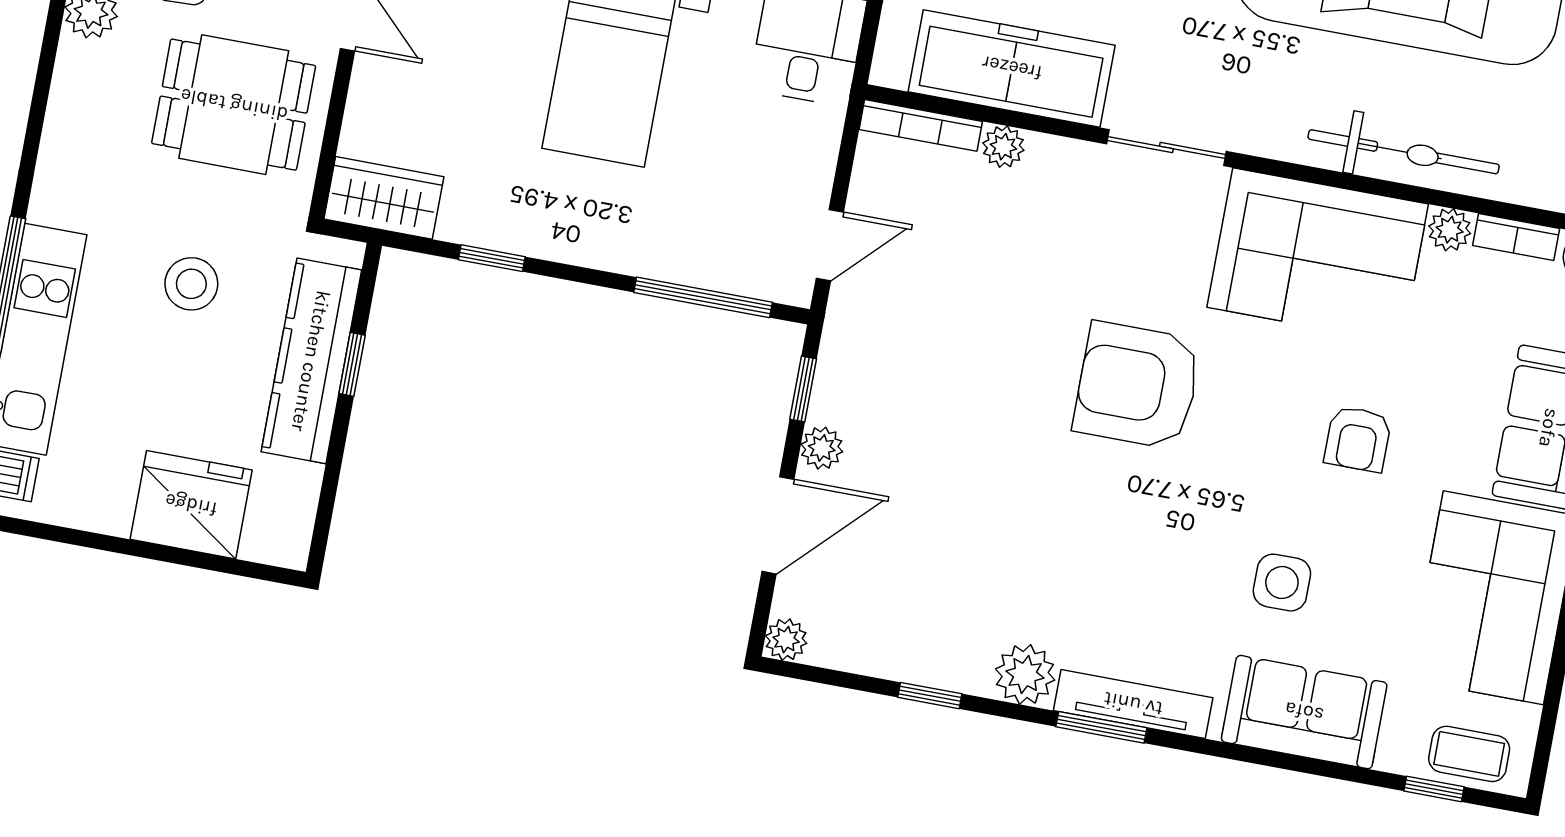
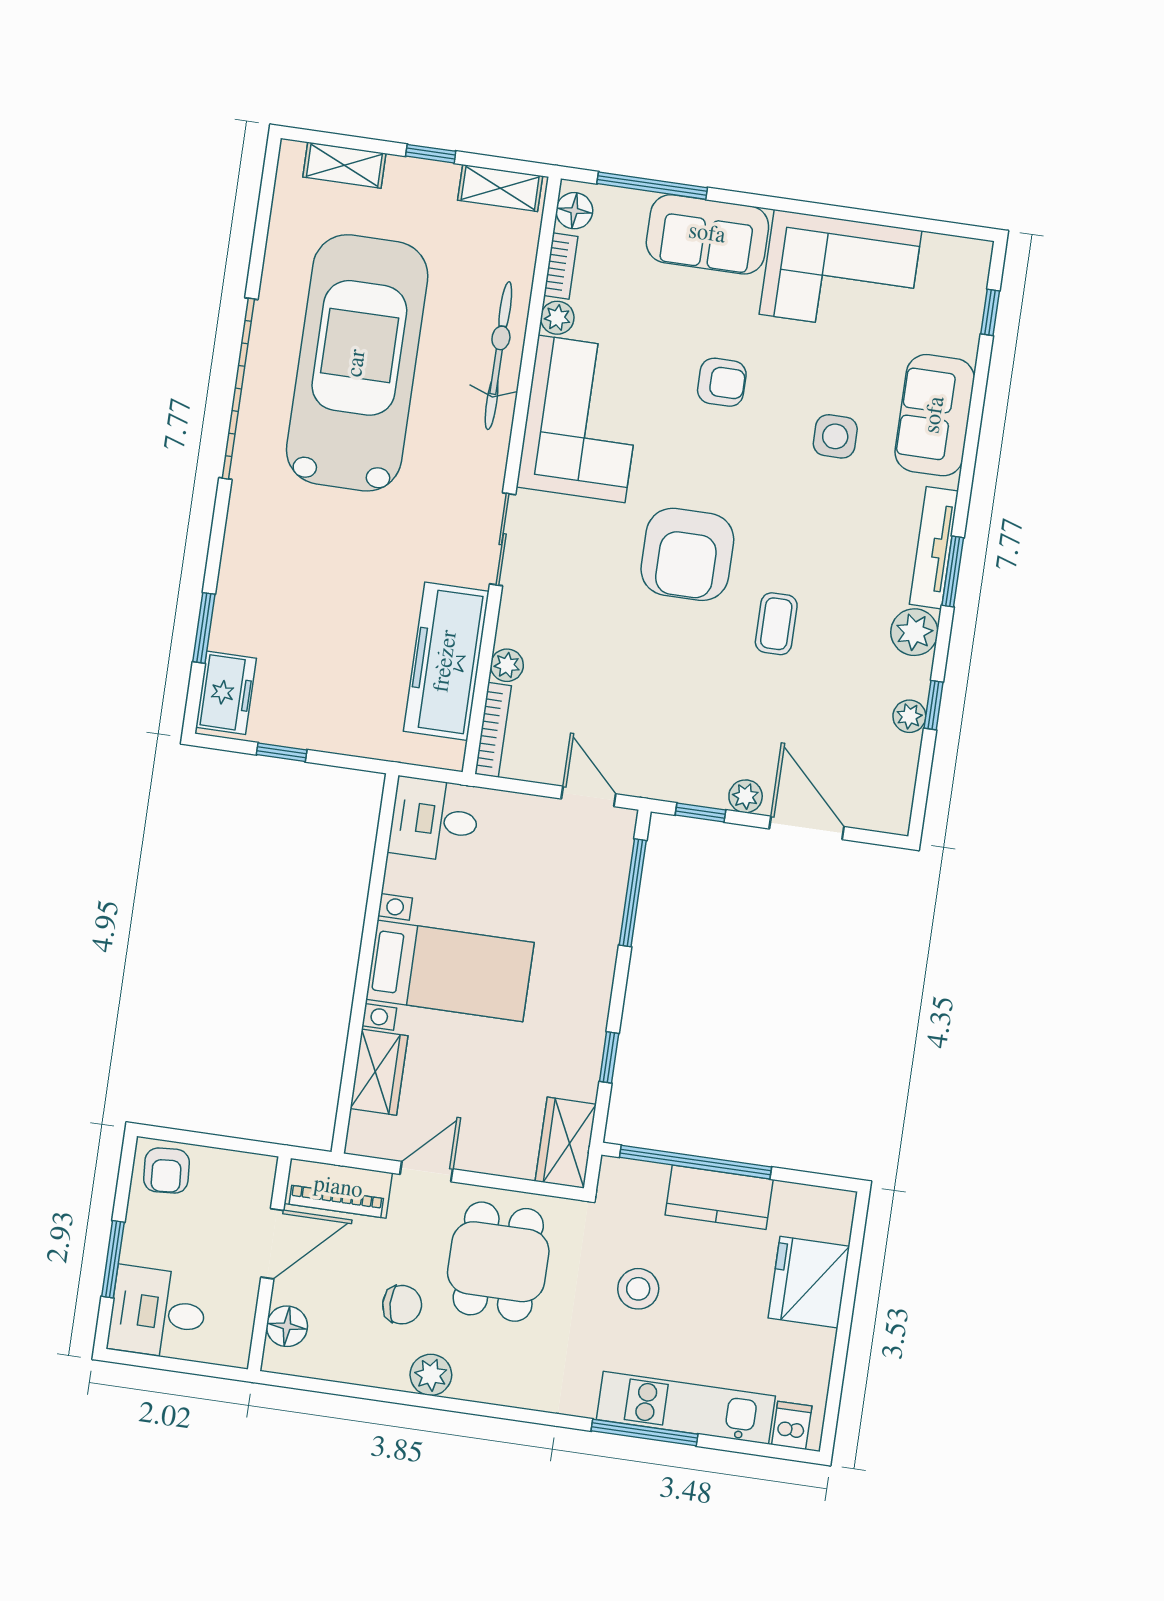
kitchen counter: (311, 361) -> (719, 1197), width x0.67
window: (352, 364) -> (695, 1162), width x3.17
plant: (786, 640) -> (909, 716), moved
coffee table: (1469, 754) -> (776, 624), moved

